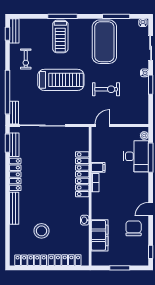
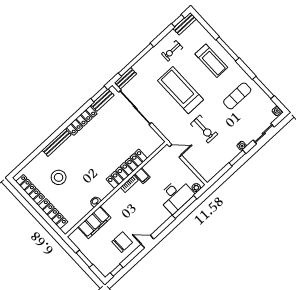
treadmill: (60, 37) -> (211, 61), turned -90
exercise mat: (104, 42) -> (237, 96), width x0.50, depth x0.69
treadmill: (61, 80) -> (181, 90), turned 180

